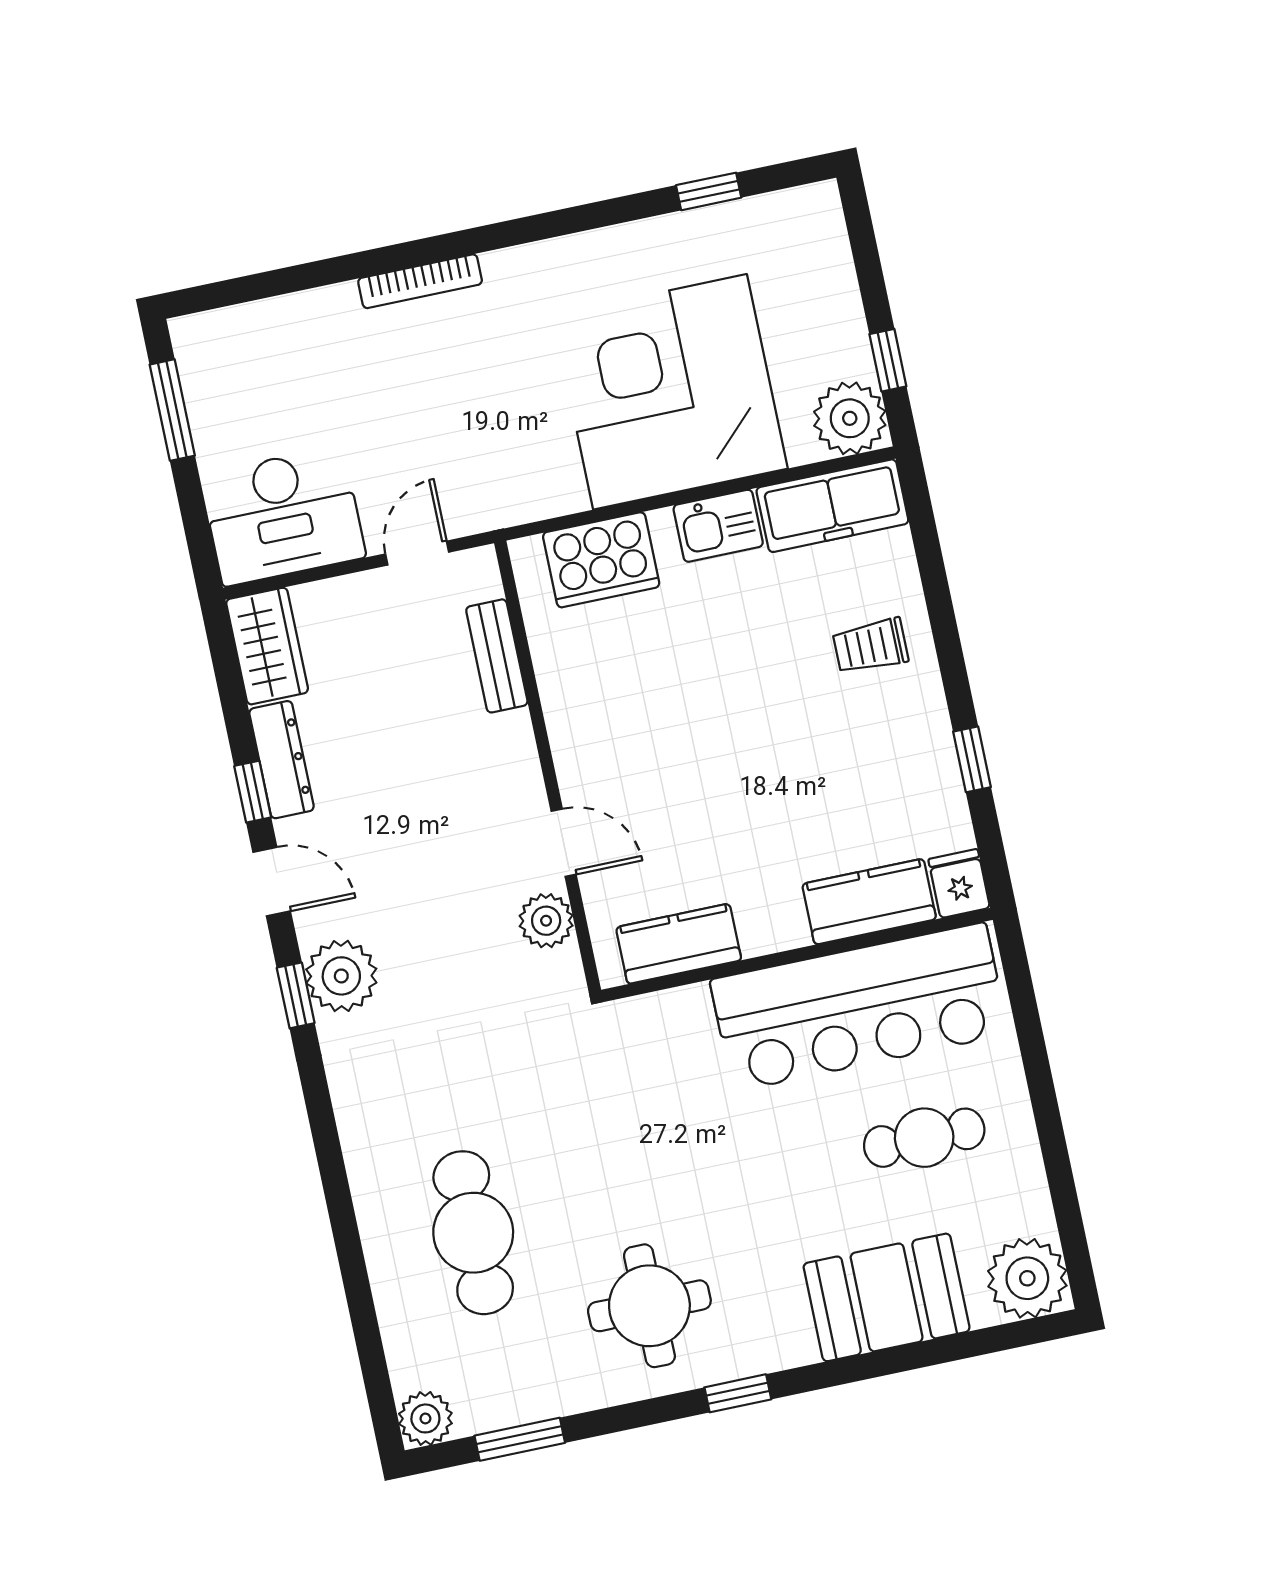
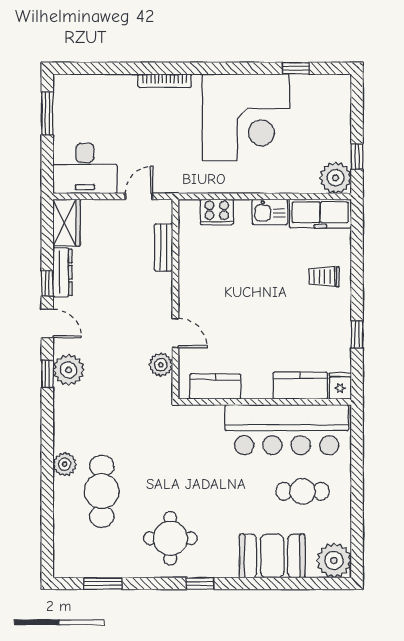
corner desk: (670, 392) -> (246, 117), moved, turned 180
cooker: (601, 560) -> (217, 212), width x0.73, depth x0.76
plant: (425, 1418) -> (65, 464), moved

